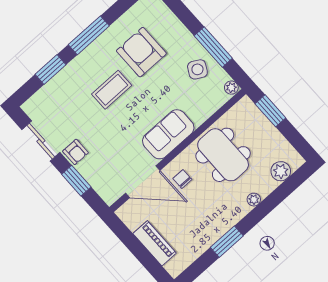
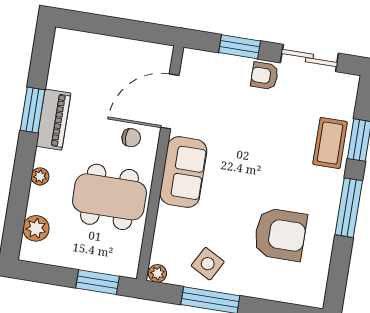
coffee table: (112, 90) -> (330, 143), moved
piano: (155, 243) -> (53, 120), moved, turned -90

